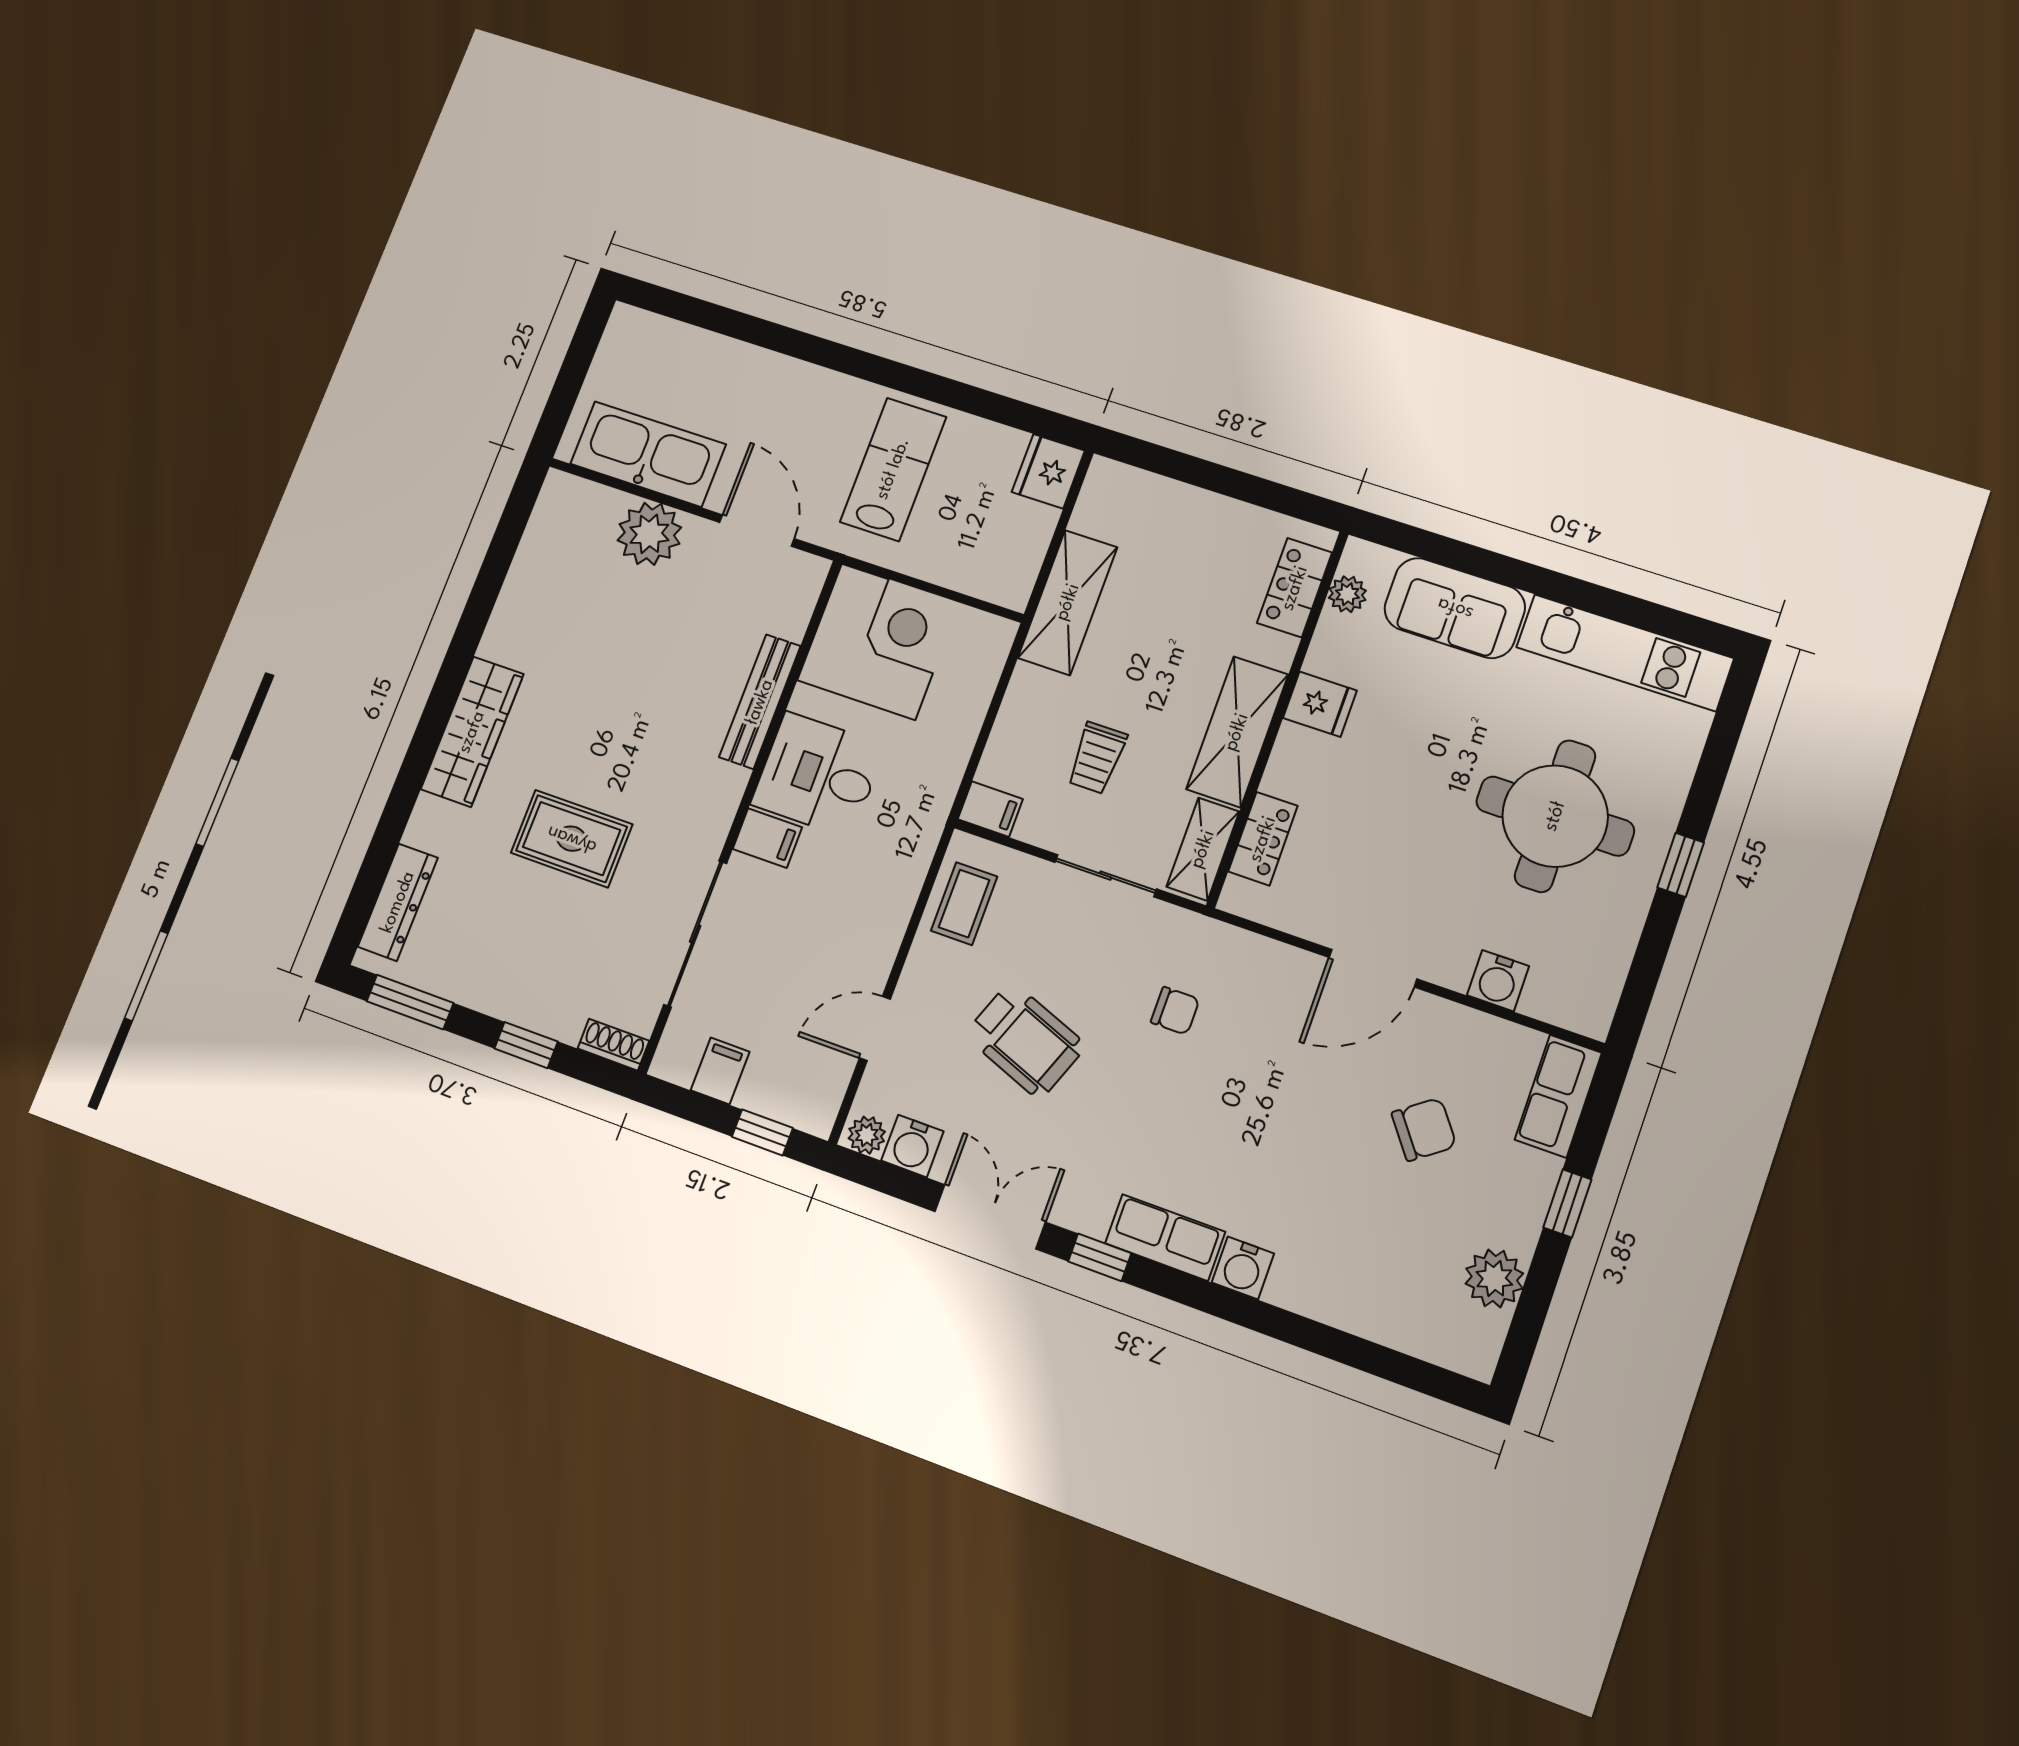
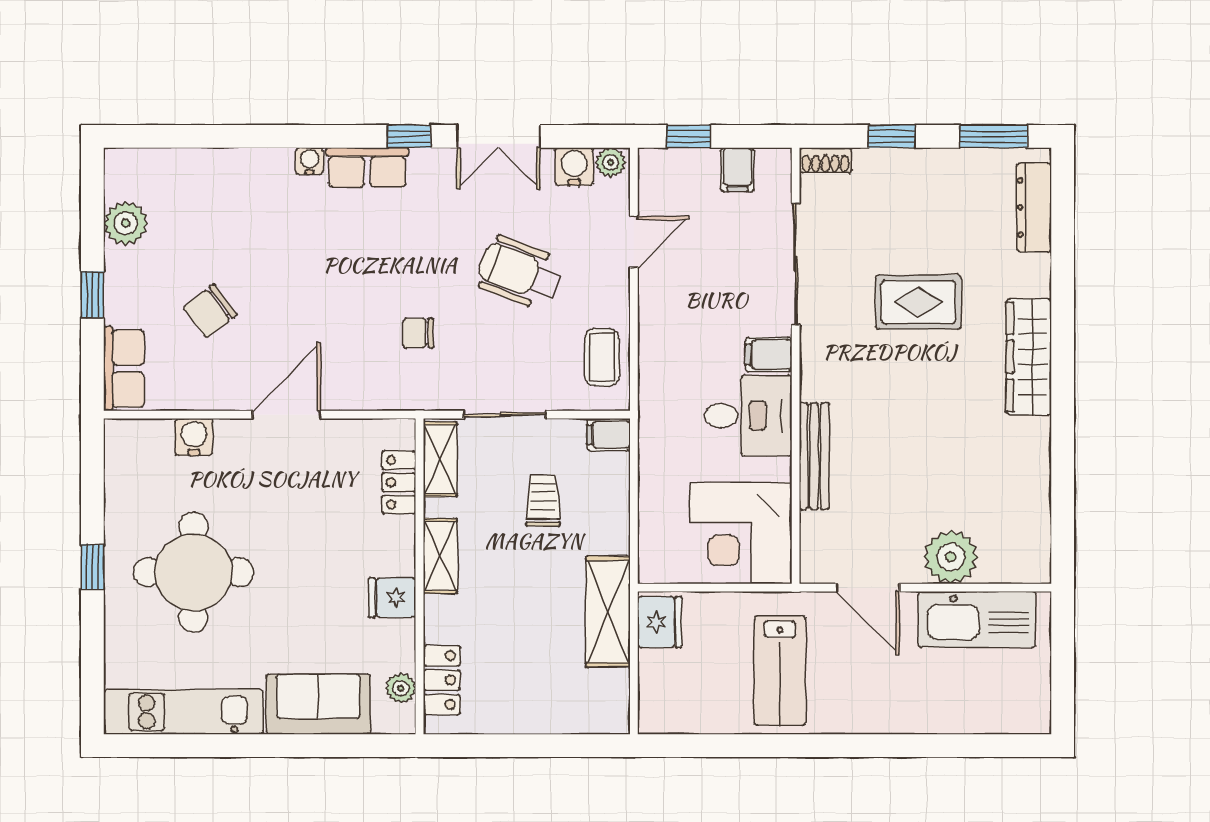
fridge: (1048, 471) -> (660, 622), moved
shelving: (1237, 732) -> (440, 556), width x0.67, depth x0.75
water cooler: (1243, 1268) -> (309, 161), width x0.72, depth x0.72

